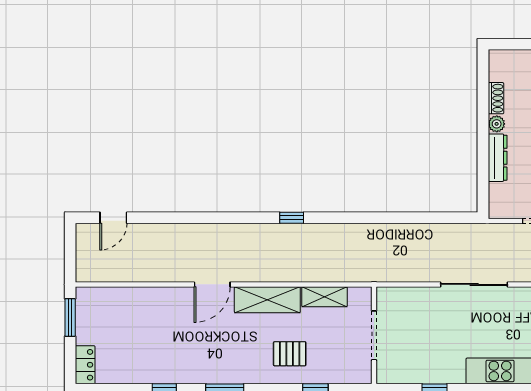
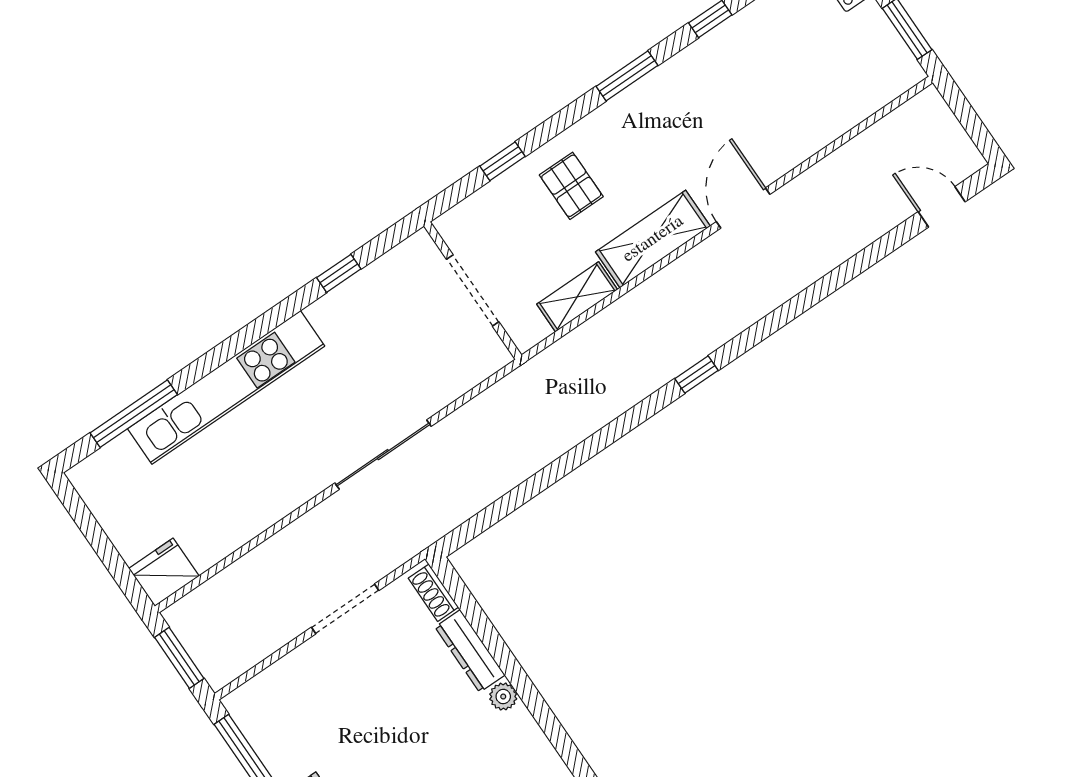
shoe rack: (496, 98) -> (433, 593), moved
door: (113, 218) -> (942, 207), hinge flipped
pallet: (290, 354) -> (571, 186), turned 90

